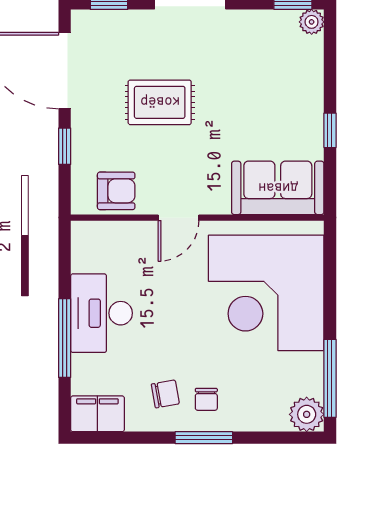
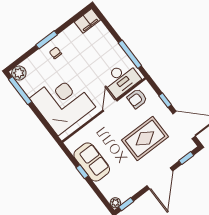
rug: (160, 102) -> (145, 138), width x1.36, depth x1.43
sofa: (278, 188) -> (92, 162), moved, turned -90
desk: (102, 313) -> (121, 79), moved, turned 90
window: (65, 338) -> (130, 54), moved
chair: (165, 394) -> (70, 44), removed

